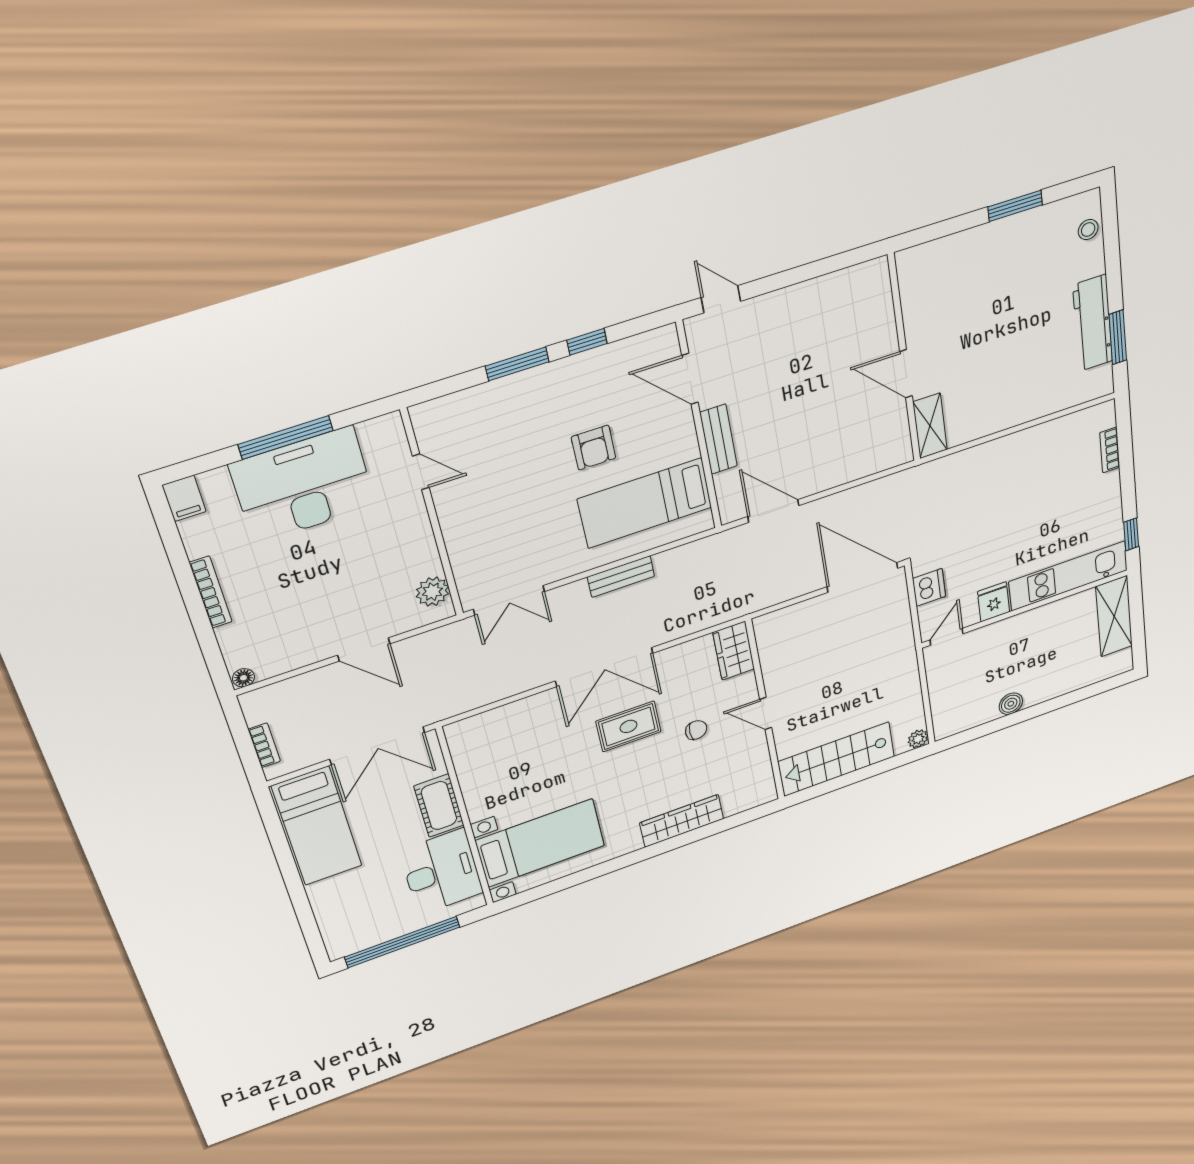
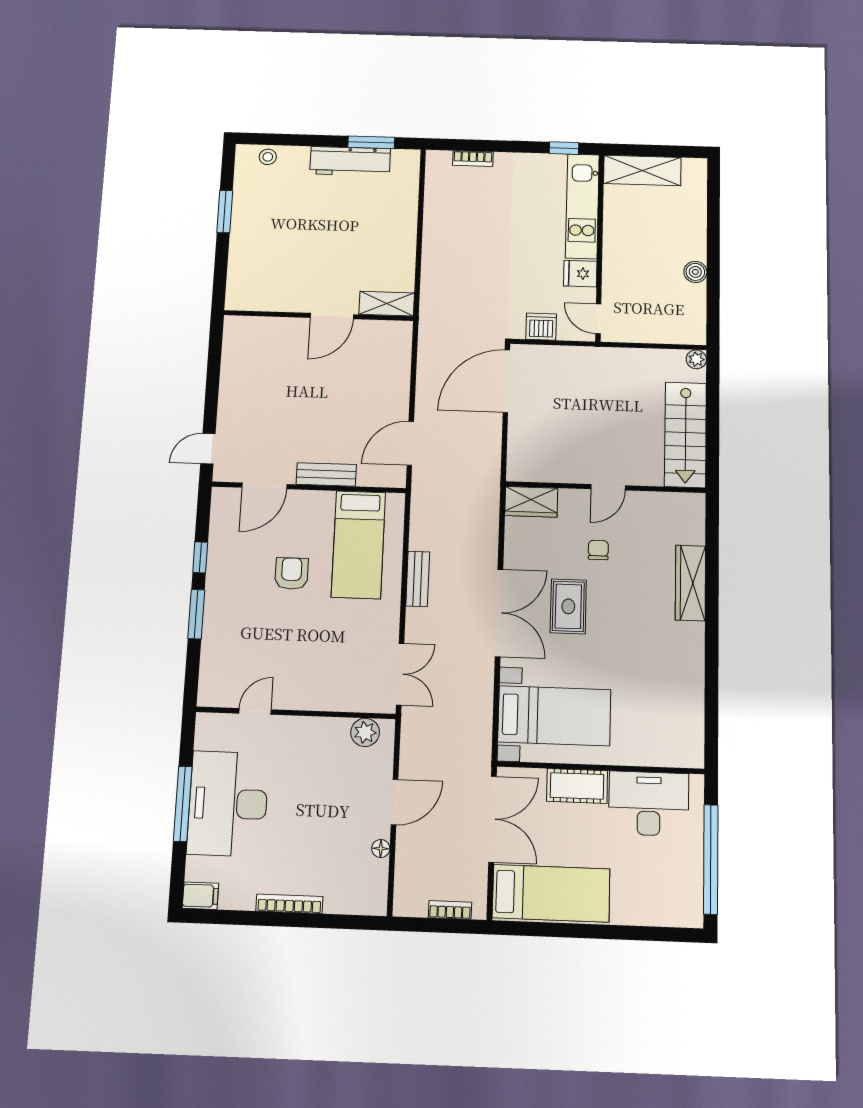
armchair: (593, 448) -> (292, 574), turned -90
floor lamp: (243, 678) -> (381, 849), moved
bed with nightstands: (540, 843) -> (554, 716), moved, turned 90

